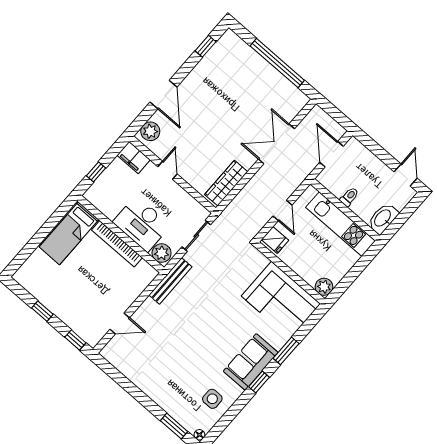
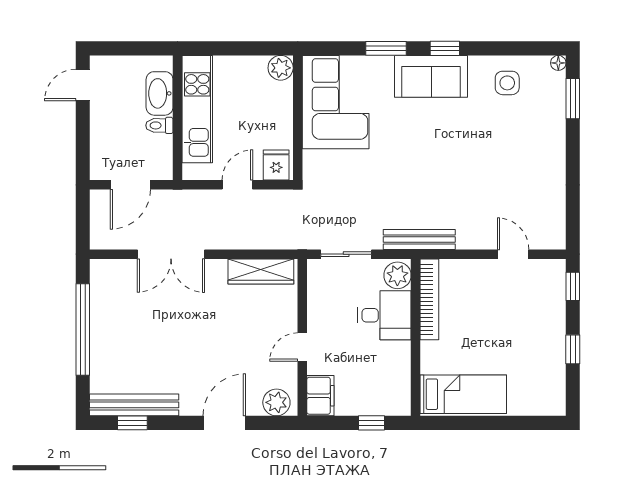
bench: (214, 55) -> (134, 405), added
washbasin: (383, 218) -> (160, 93), moved, turned 90
desk: (142, 224) -> (384, 315), width x0.73
bookcase: (117, 244) -> (429, 299), moved

